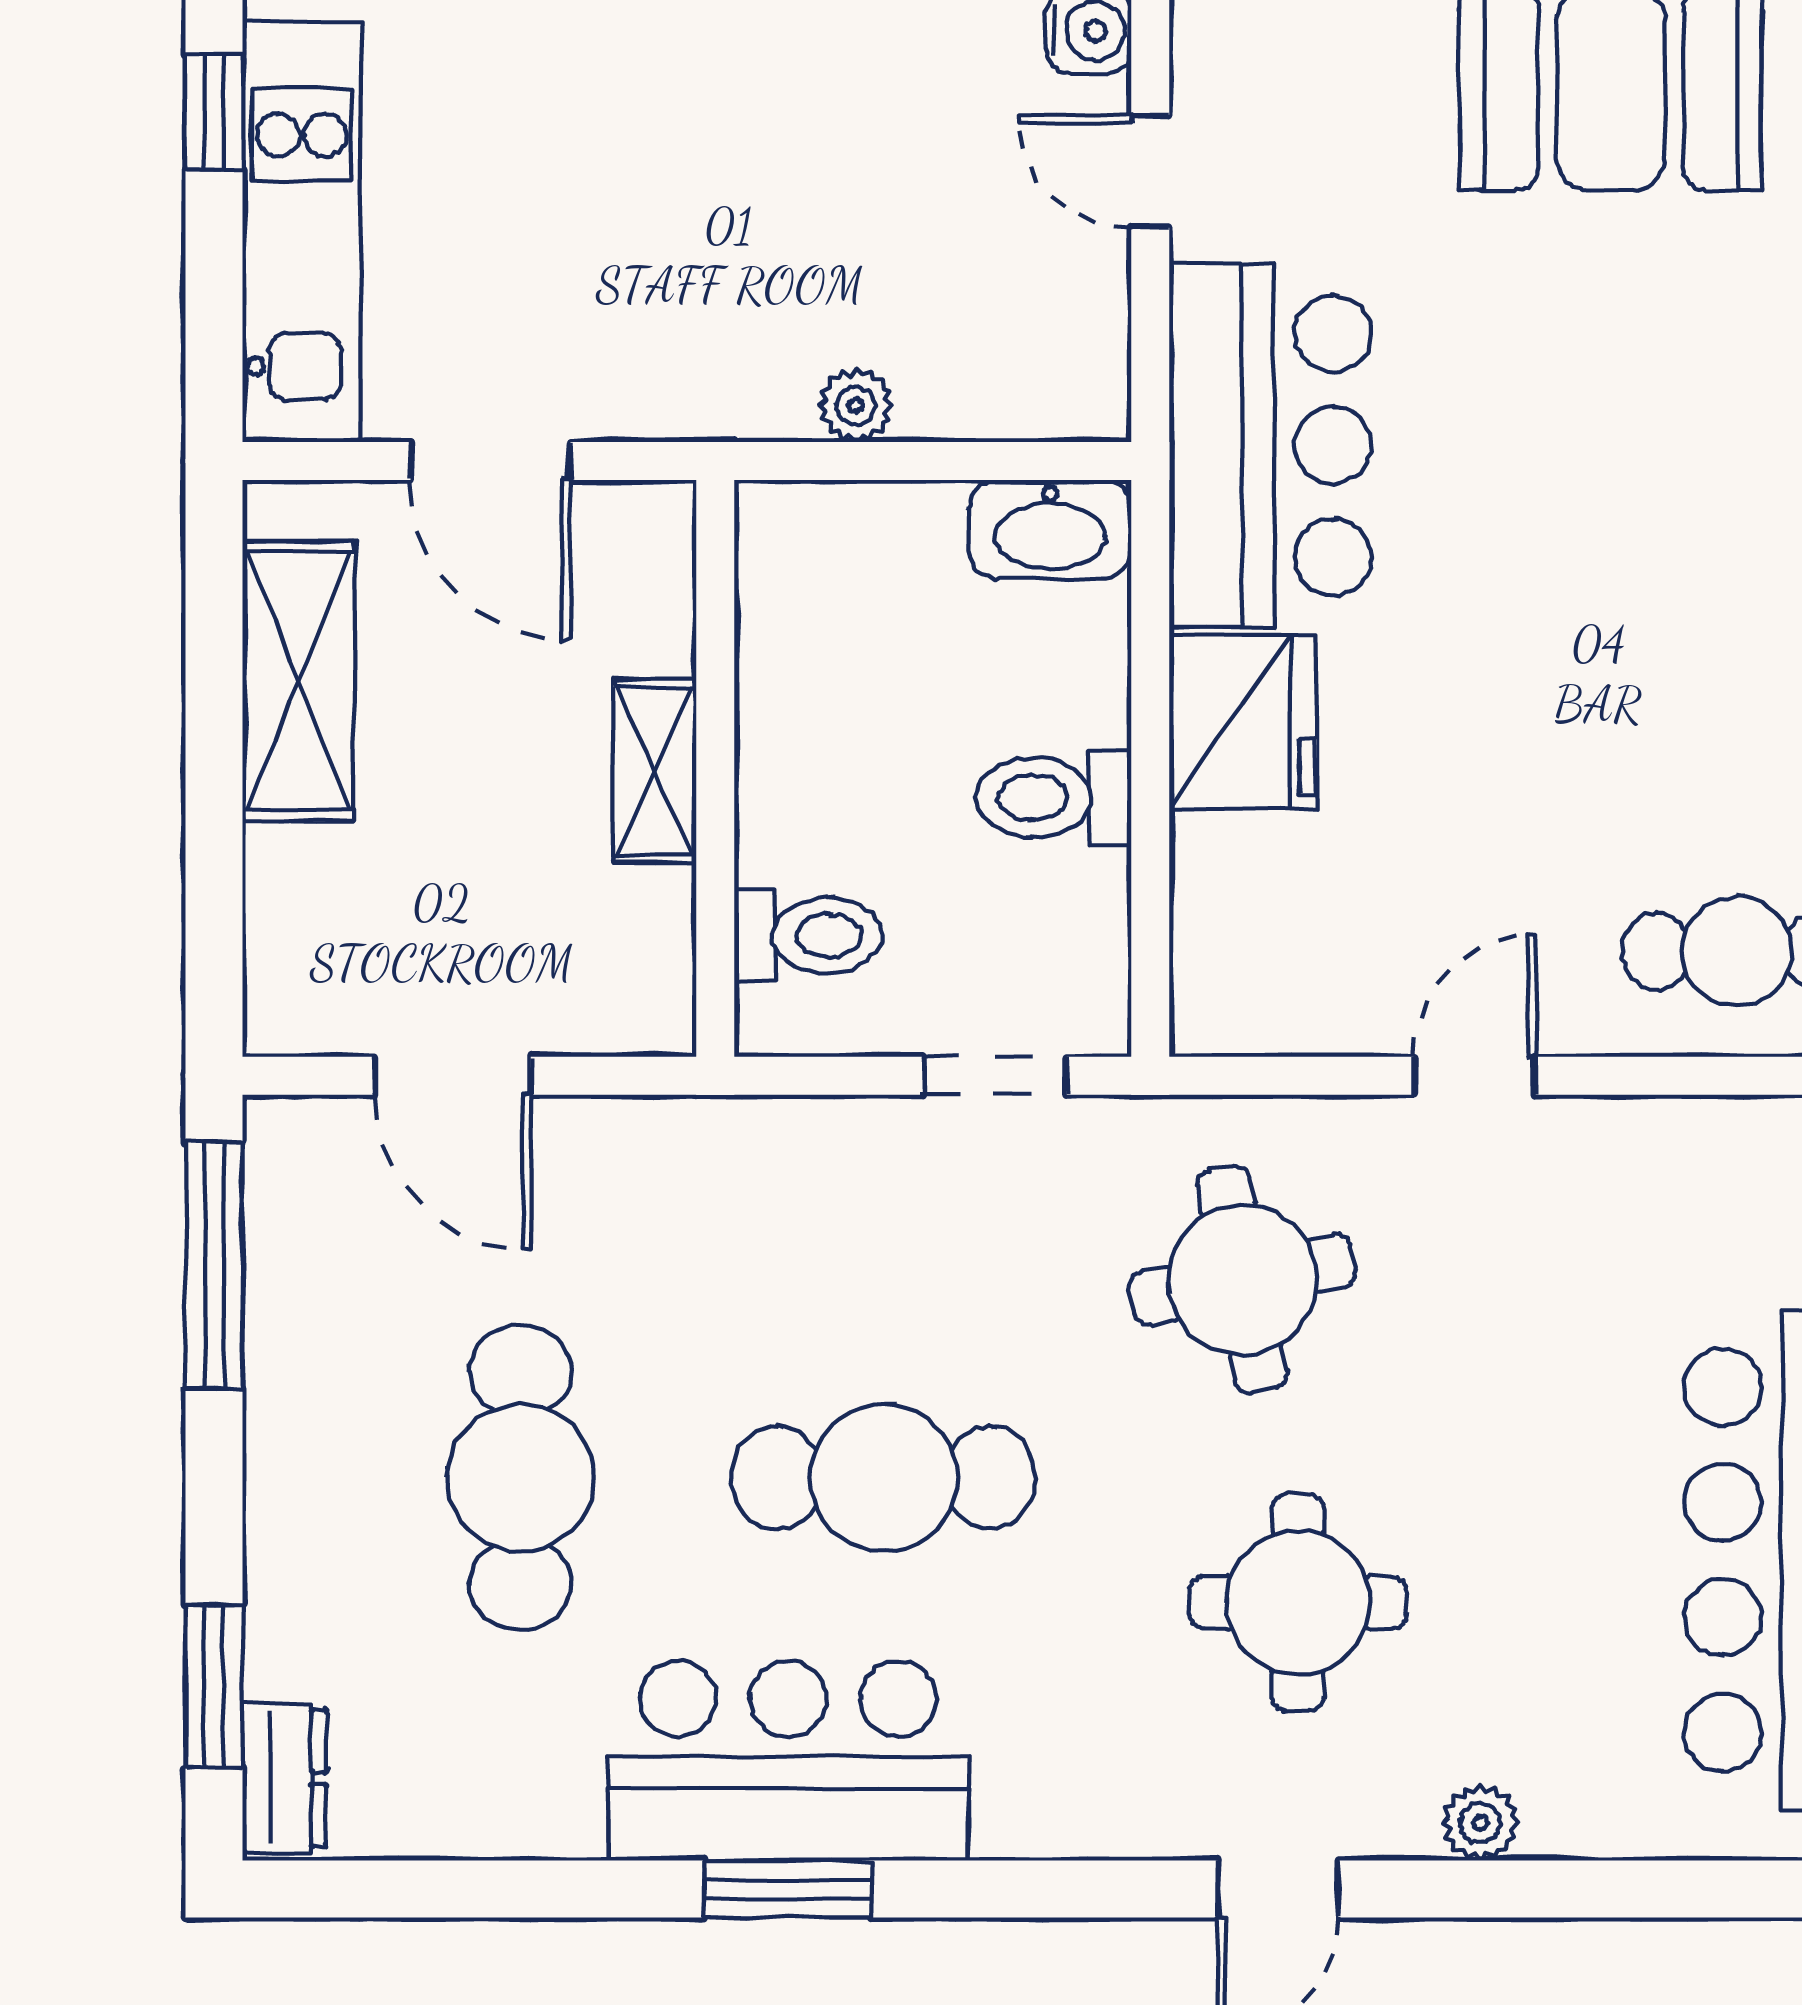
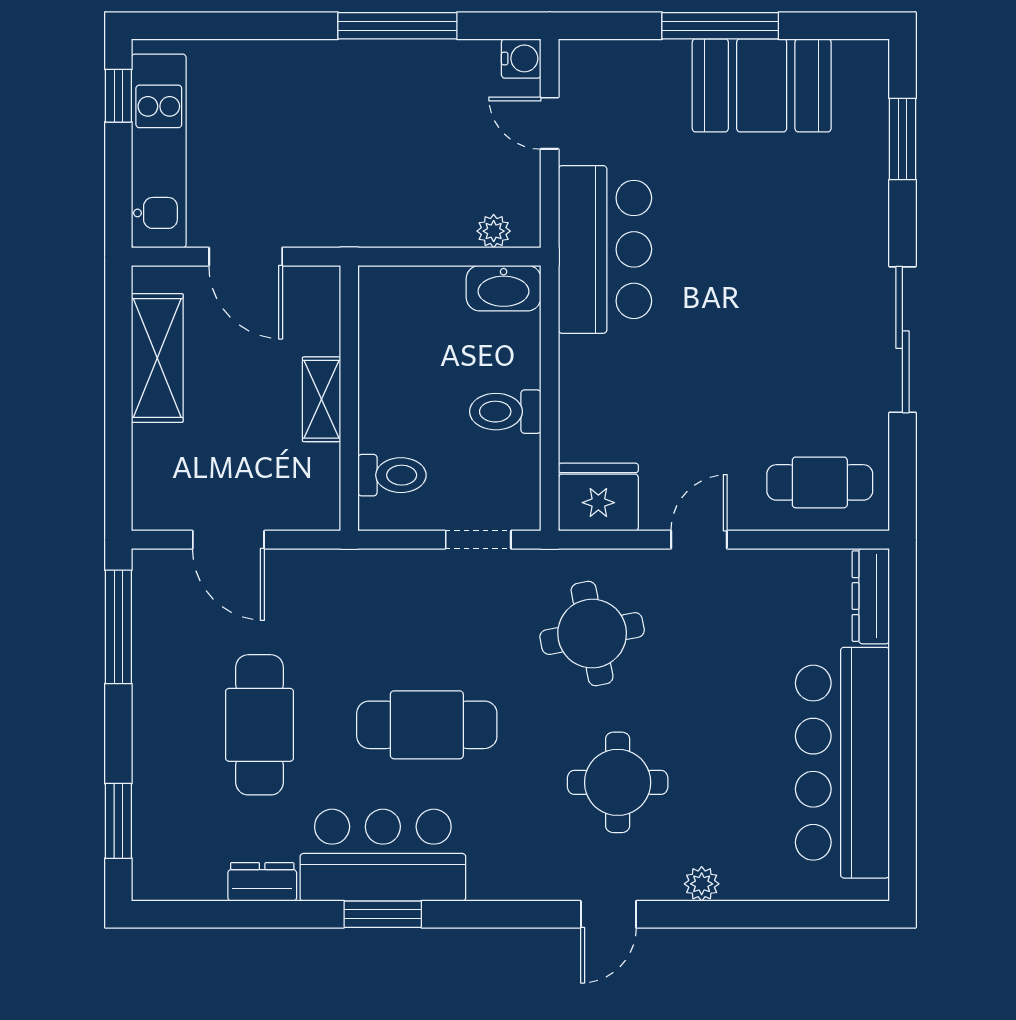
plant: (856, 406) -> (494, 231), moved
fridge: (1243, 722) -> (598, 497), moved, turned -90
dresser: (284, 1778) -> (262, 882), moved, turned -90

